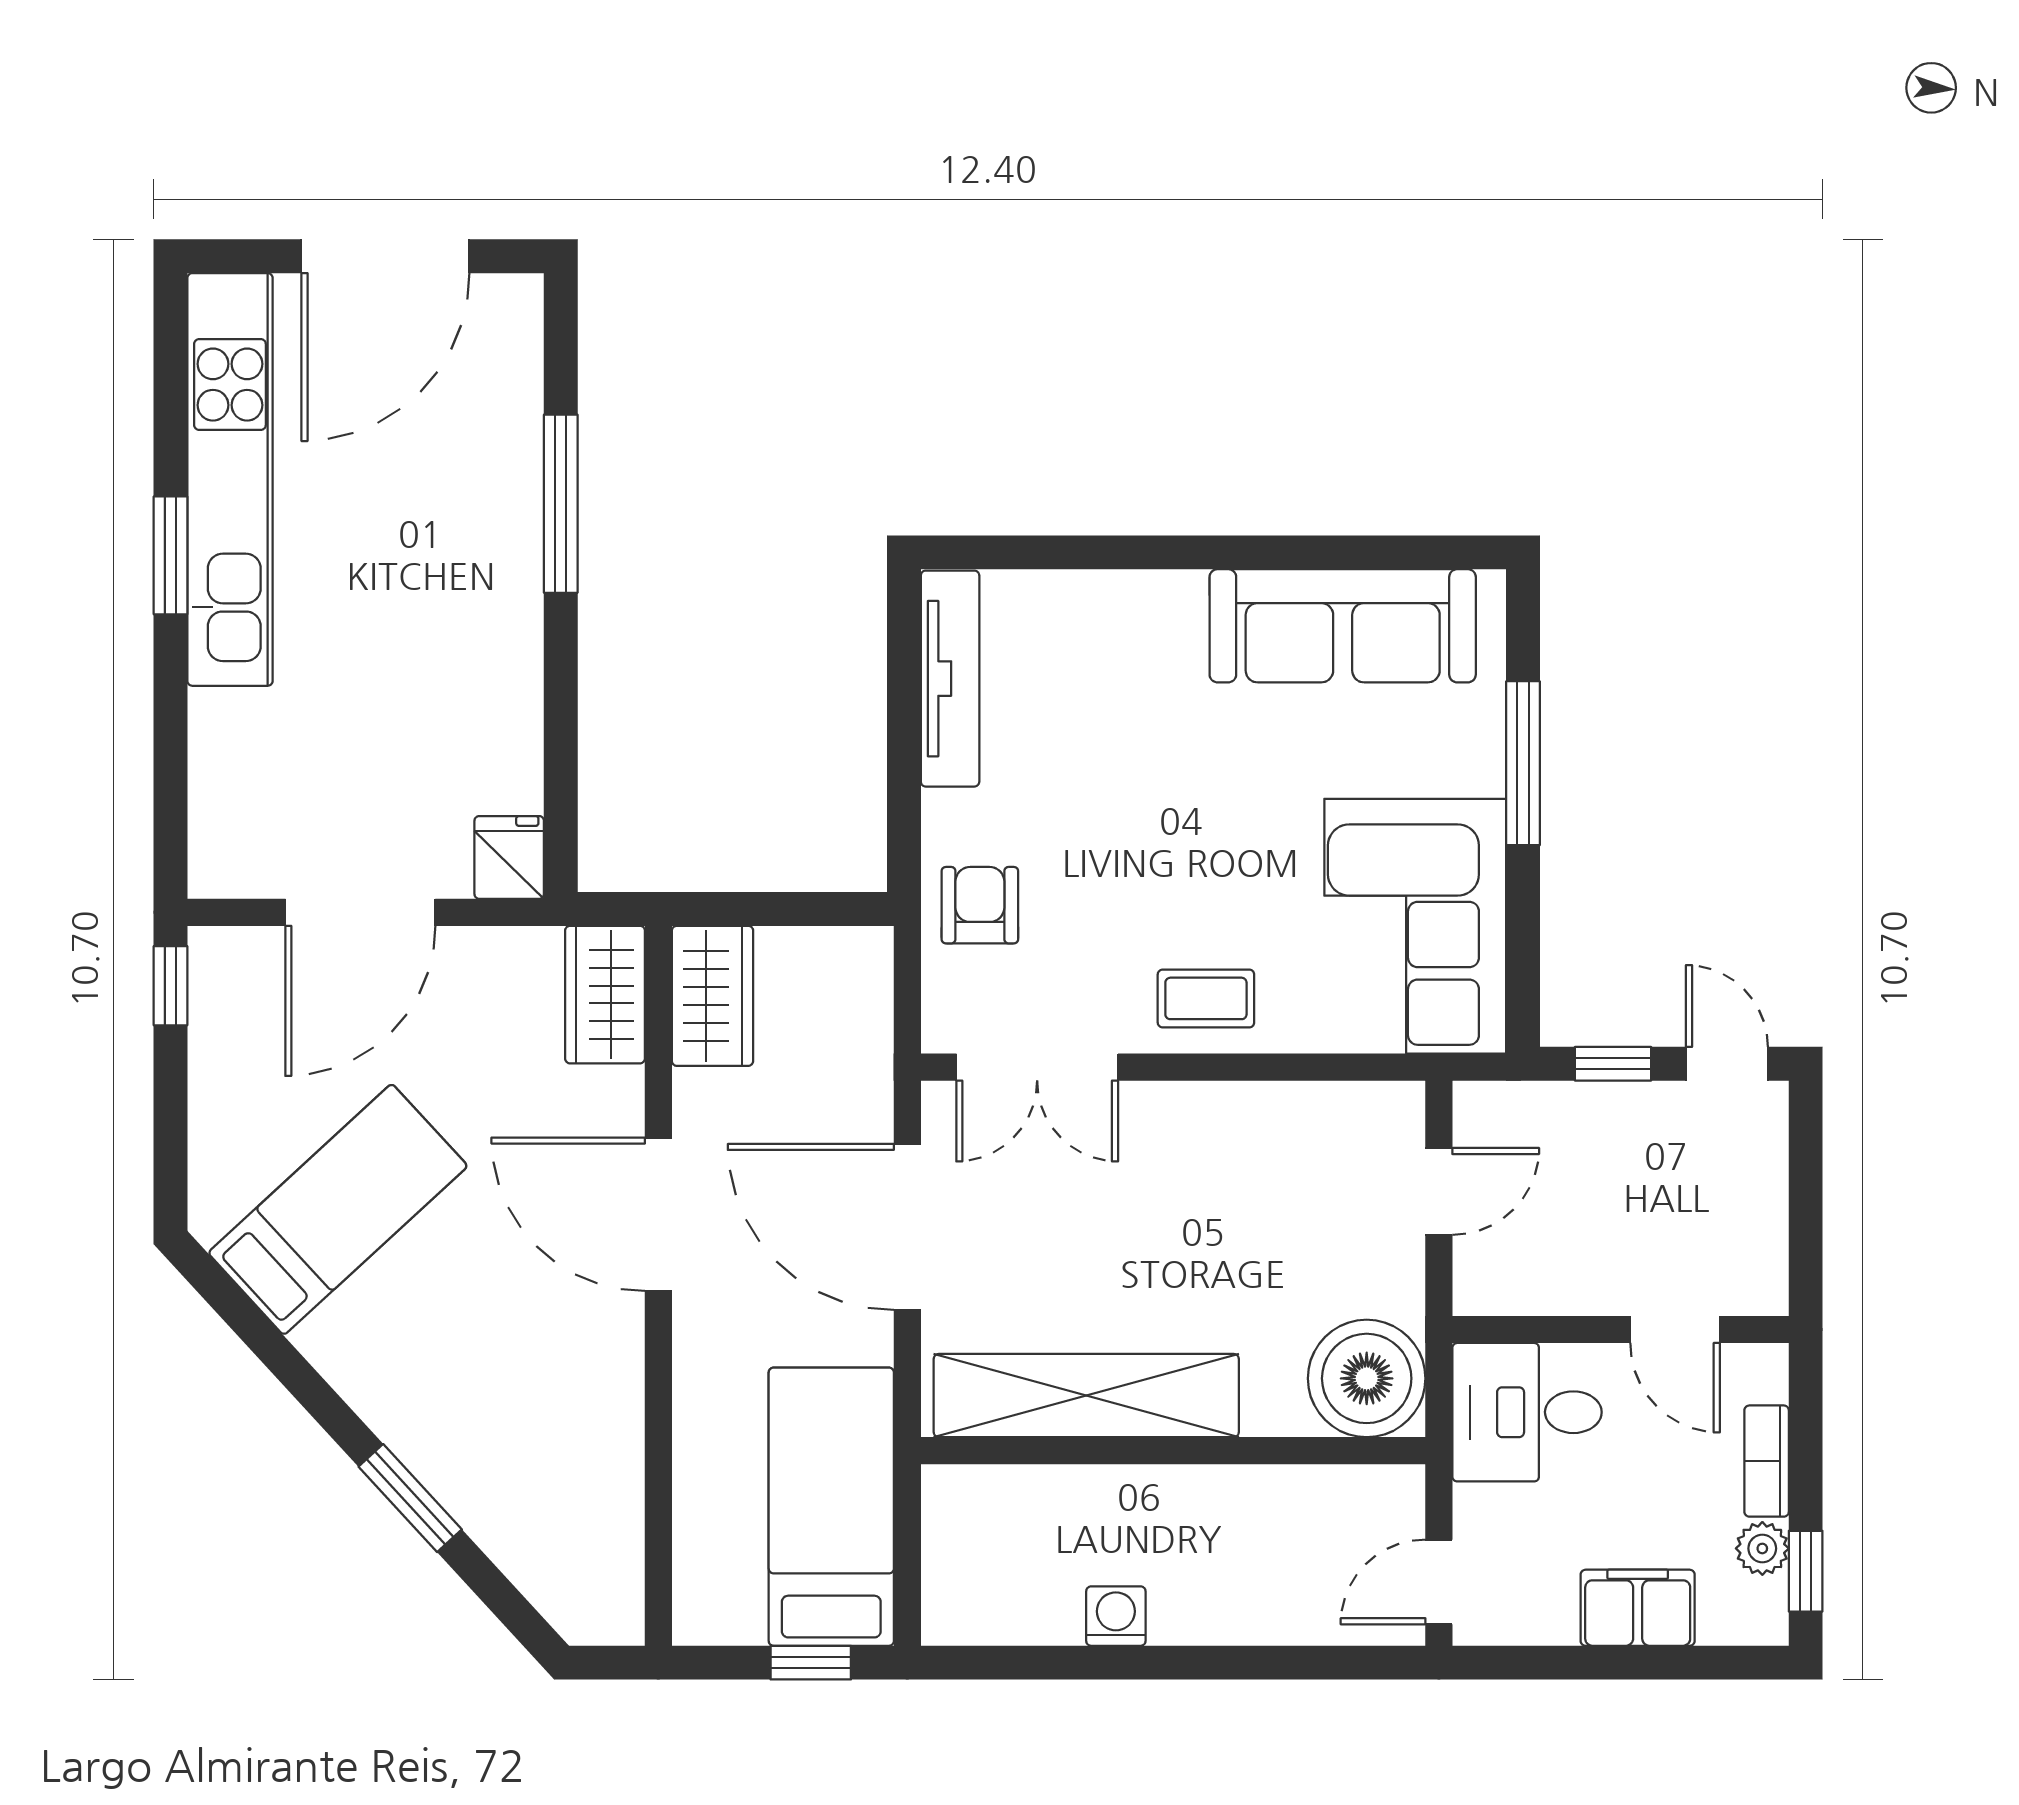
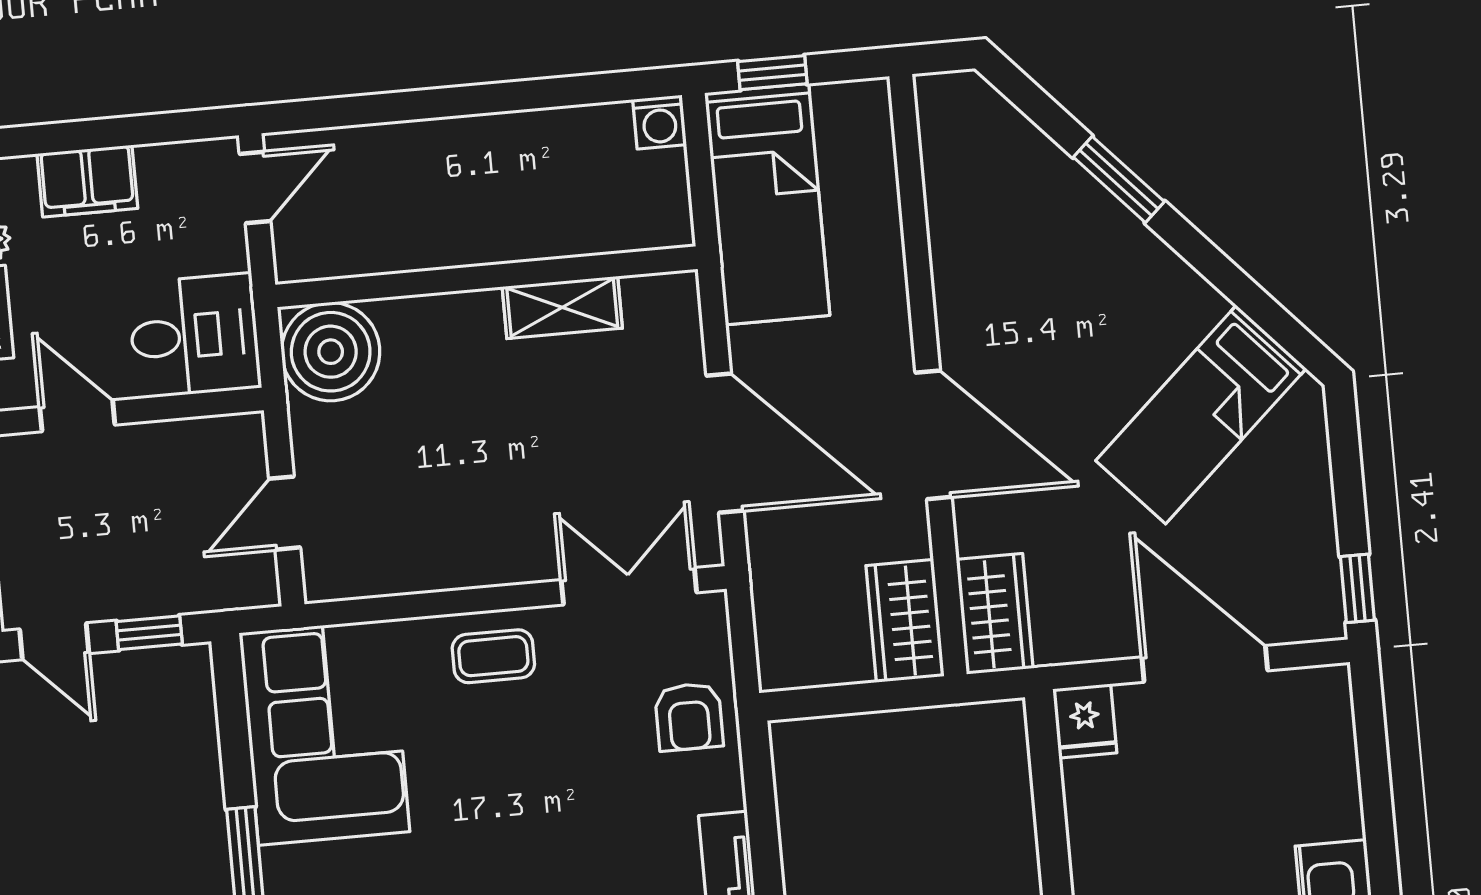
door: (360, 912) -> (1205, 664), hinge flipped
shelving: (1086, 1396) -> (562, 307), width x0.45, depth x0.75
washing machine: (1116, 1616) -> (660, 122), moved

